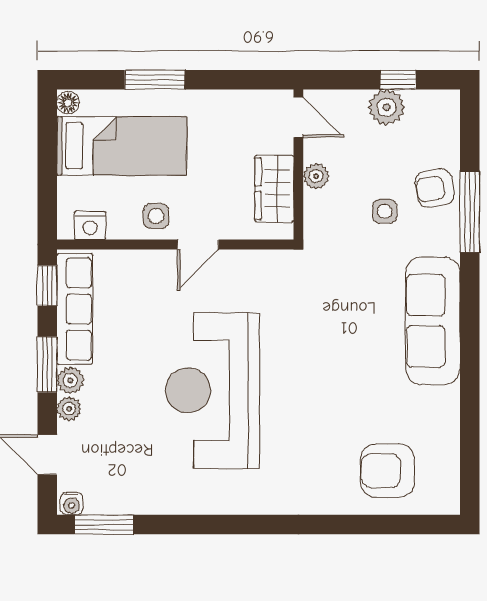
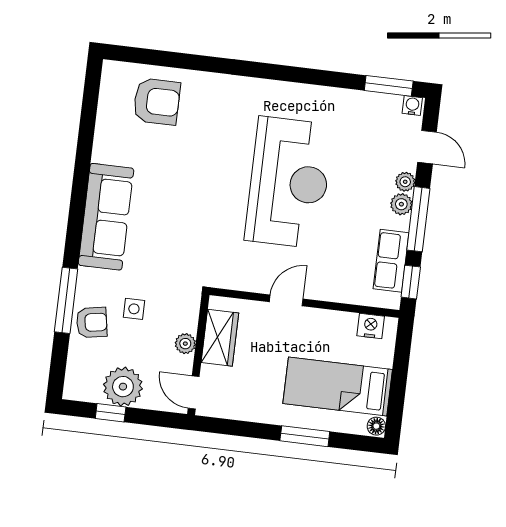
plant: (387, 107) -> (123, 387), width x1.36, depth x1.36
side table: (156, 216) -> (317, 327), removed
row of seats: (75, 309) -> (391, 261), width x0.68
window: (47, 364) -> (418, 219), width x1.44

